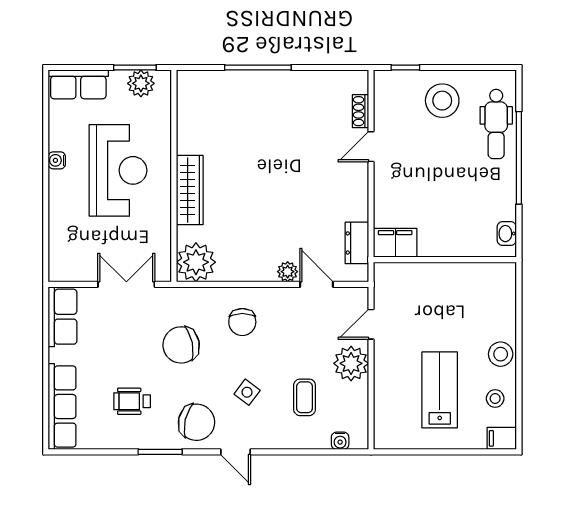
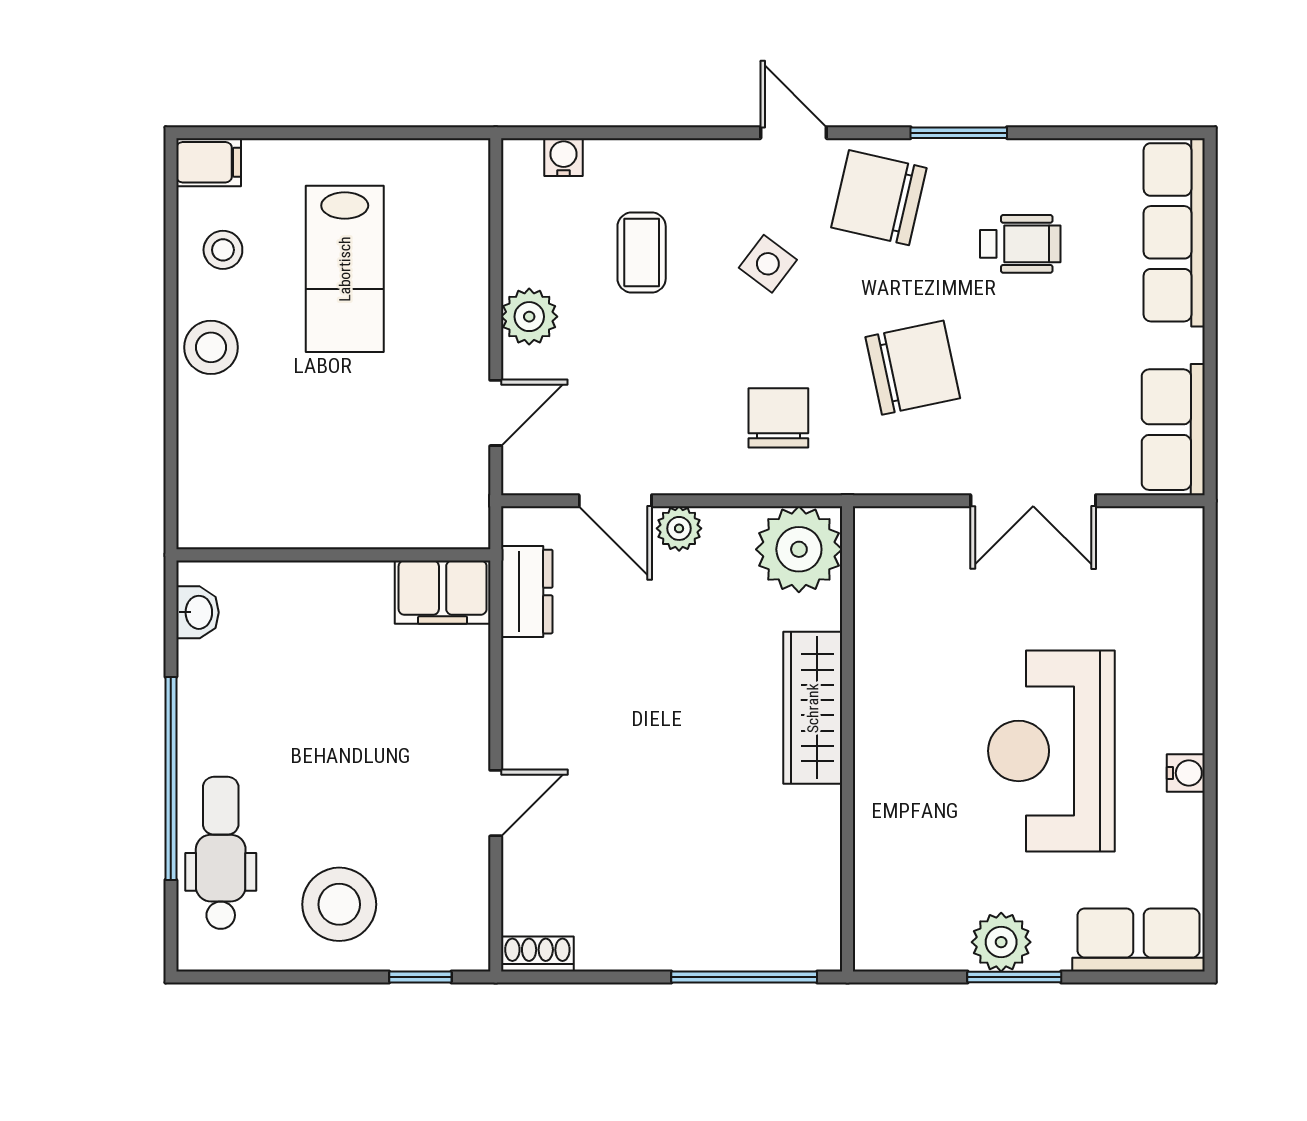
shoe rack: (360, 111) -> (537, 954), moved, turned -90
wall: (174, 176) -> (847, 739), moved
wardrobe: (190, 190) -> (813, 708), moved
plant: (196, 262) -> (799, 549), moved
plant: (351, 363) -> (529, 317), width x0.73, depth x0.73

